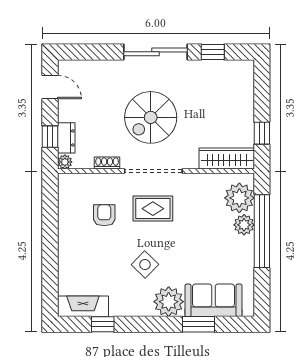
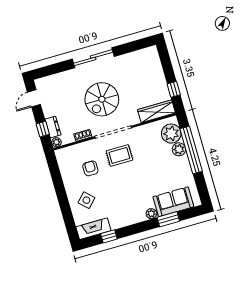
window: (213, 52) -> (129, 48), removed
door: (50, 87) -> (34, 98), swing flipped
side table: (145, 264) -> (86, 200), moved
plant: (169, 302) -> (151, 214), width x0.53, depth x0.53

